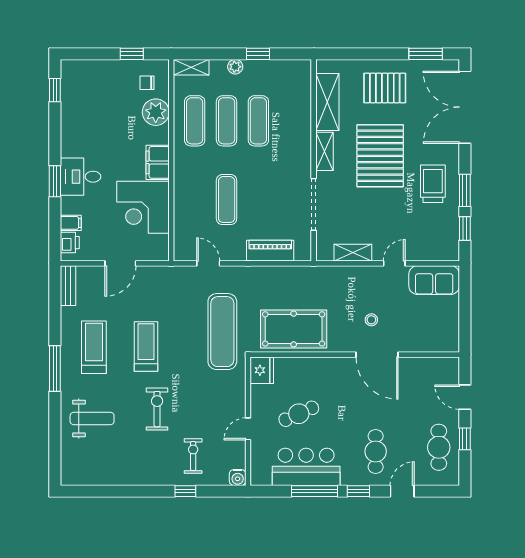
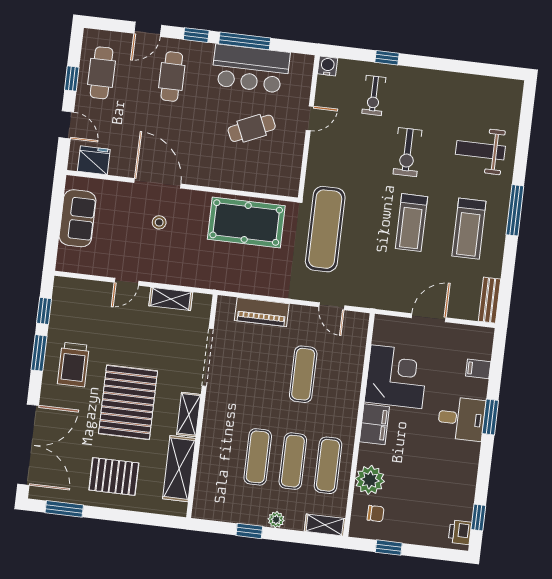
printer: (70, 243) -> (460, 532), moved
sofa: (434, 280) -> (78, 218), moved, turned 90
fridge: (262, 370) -> (94, 160), moved, turned 90

